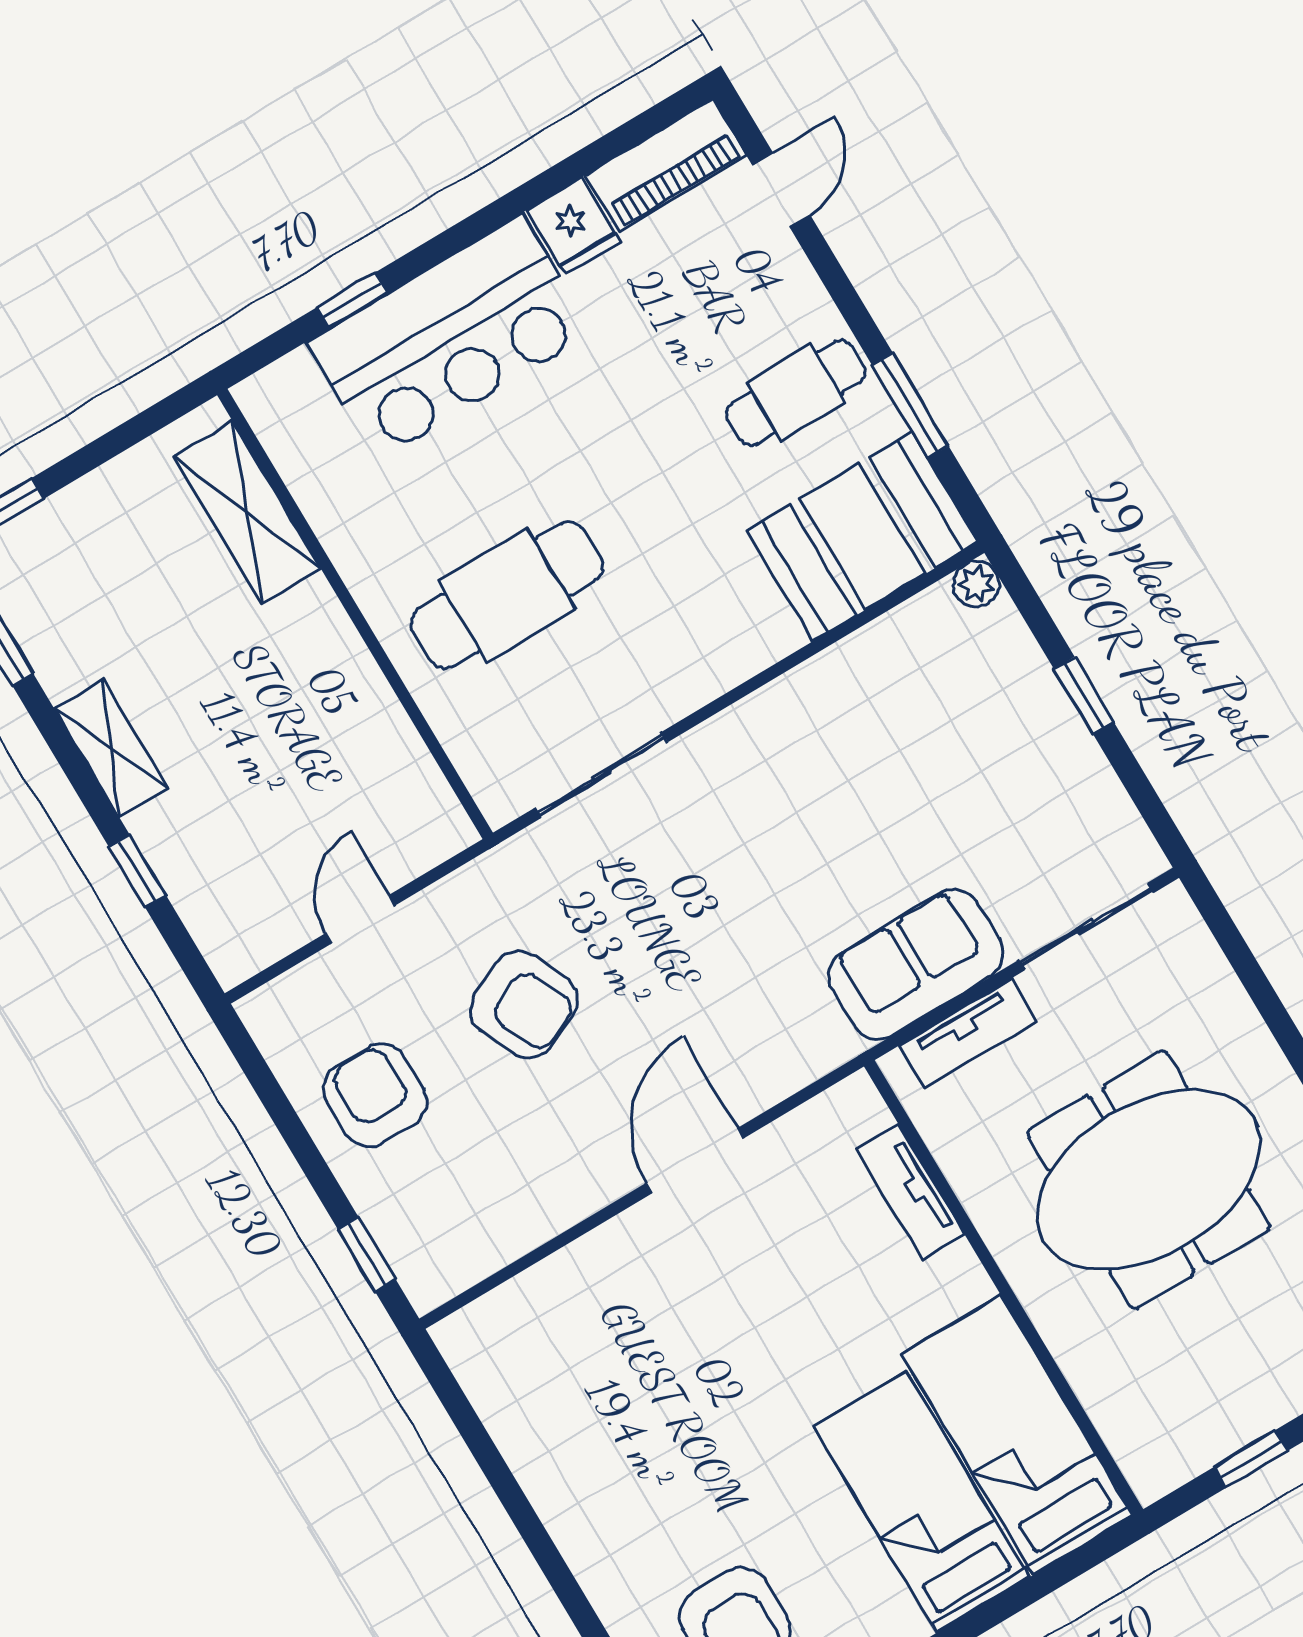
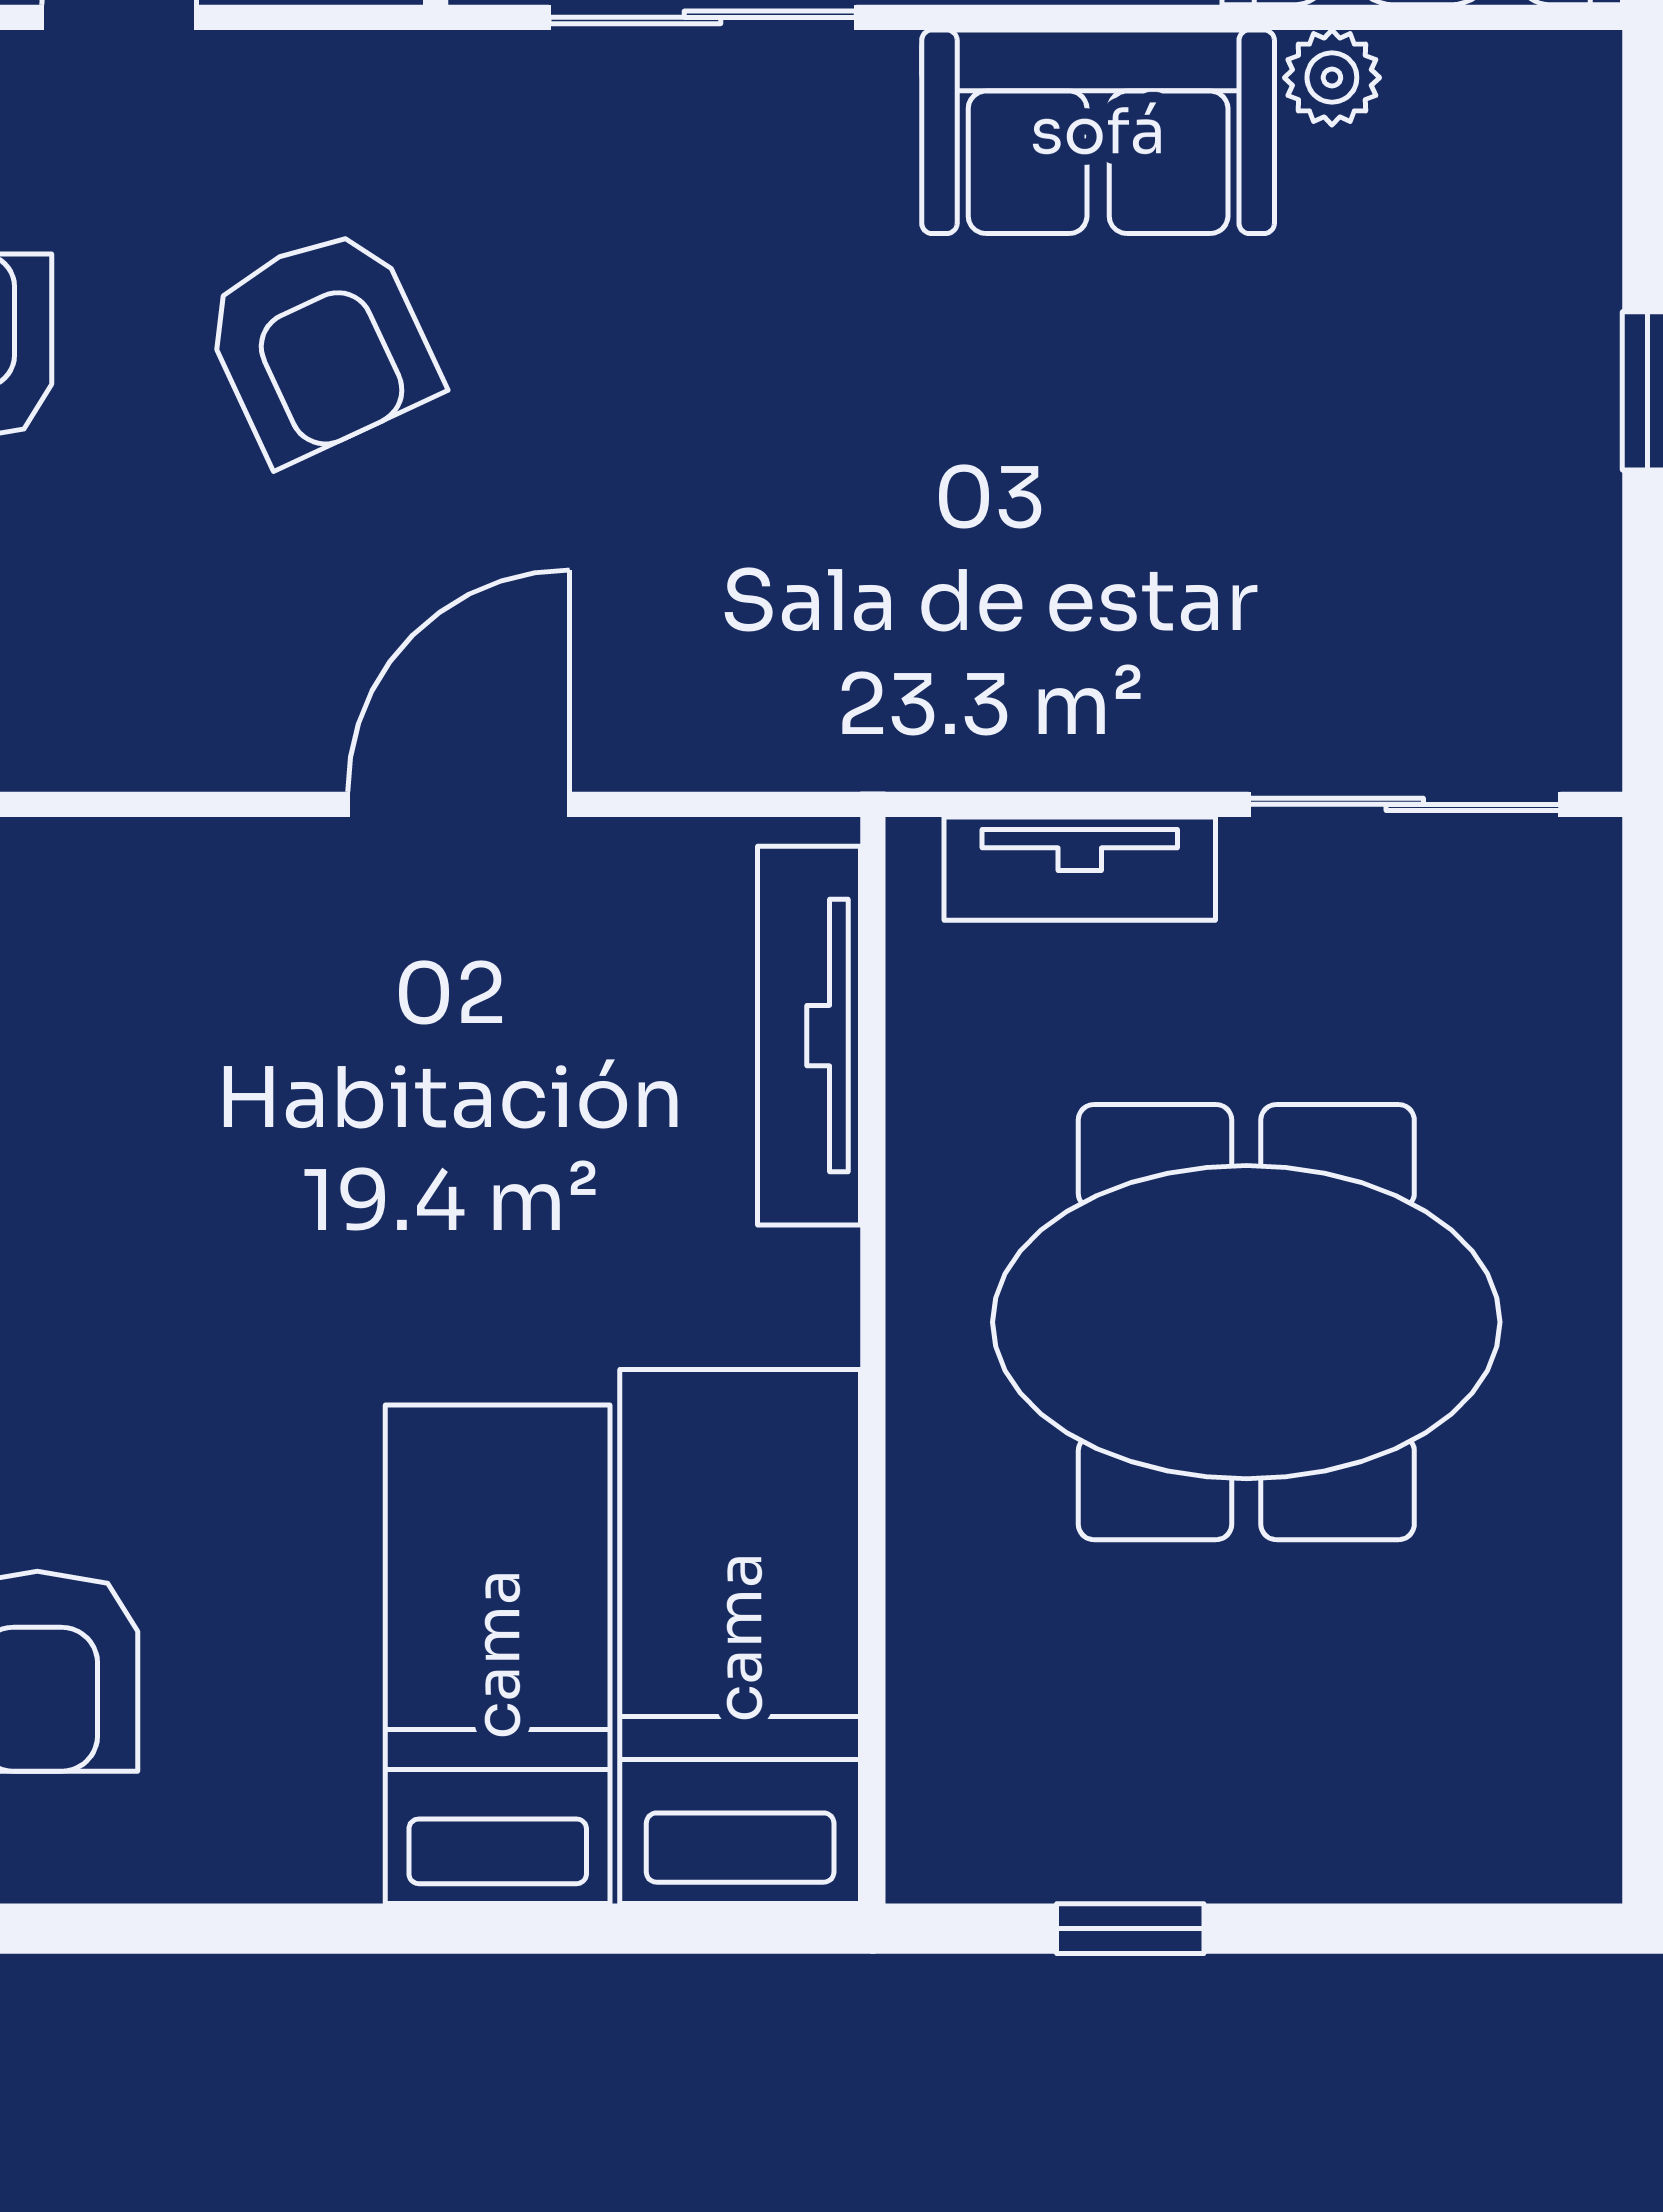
plant: (976, 584) -> (1332, 78), moved
sofa: (916, 964) -> (1098, 132), moved, turned 180
tv unit: (911, 1192) -> (809, 1036), width x1.41

